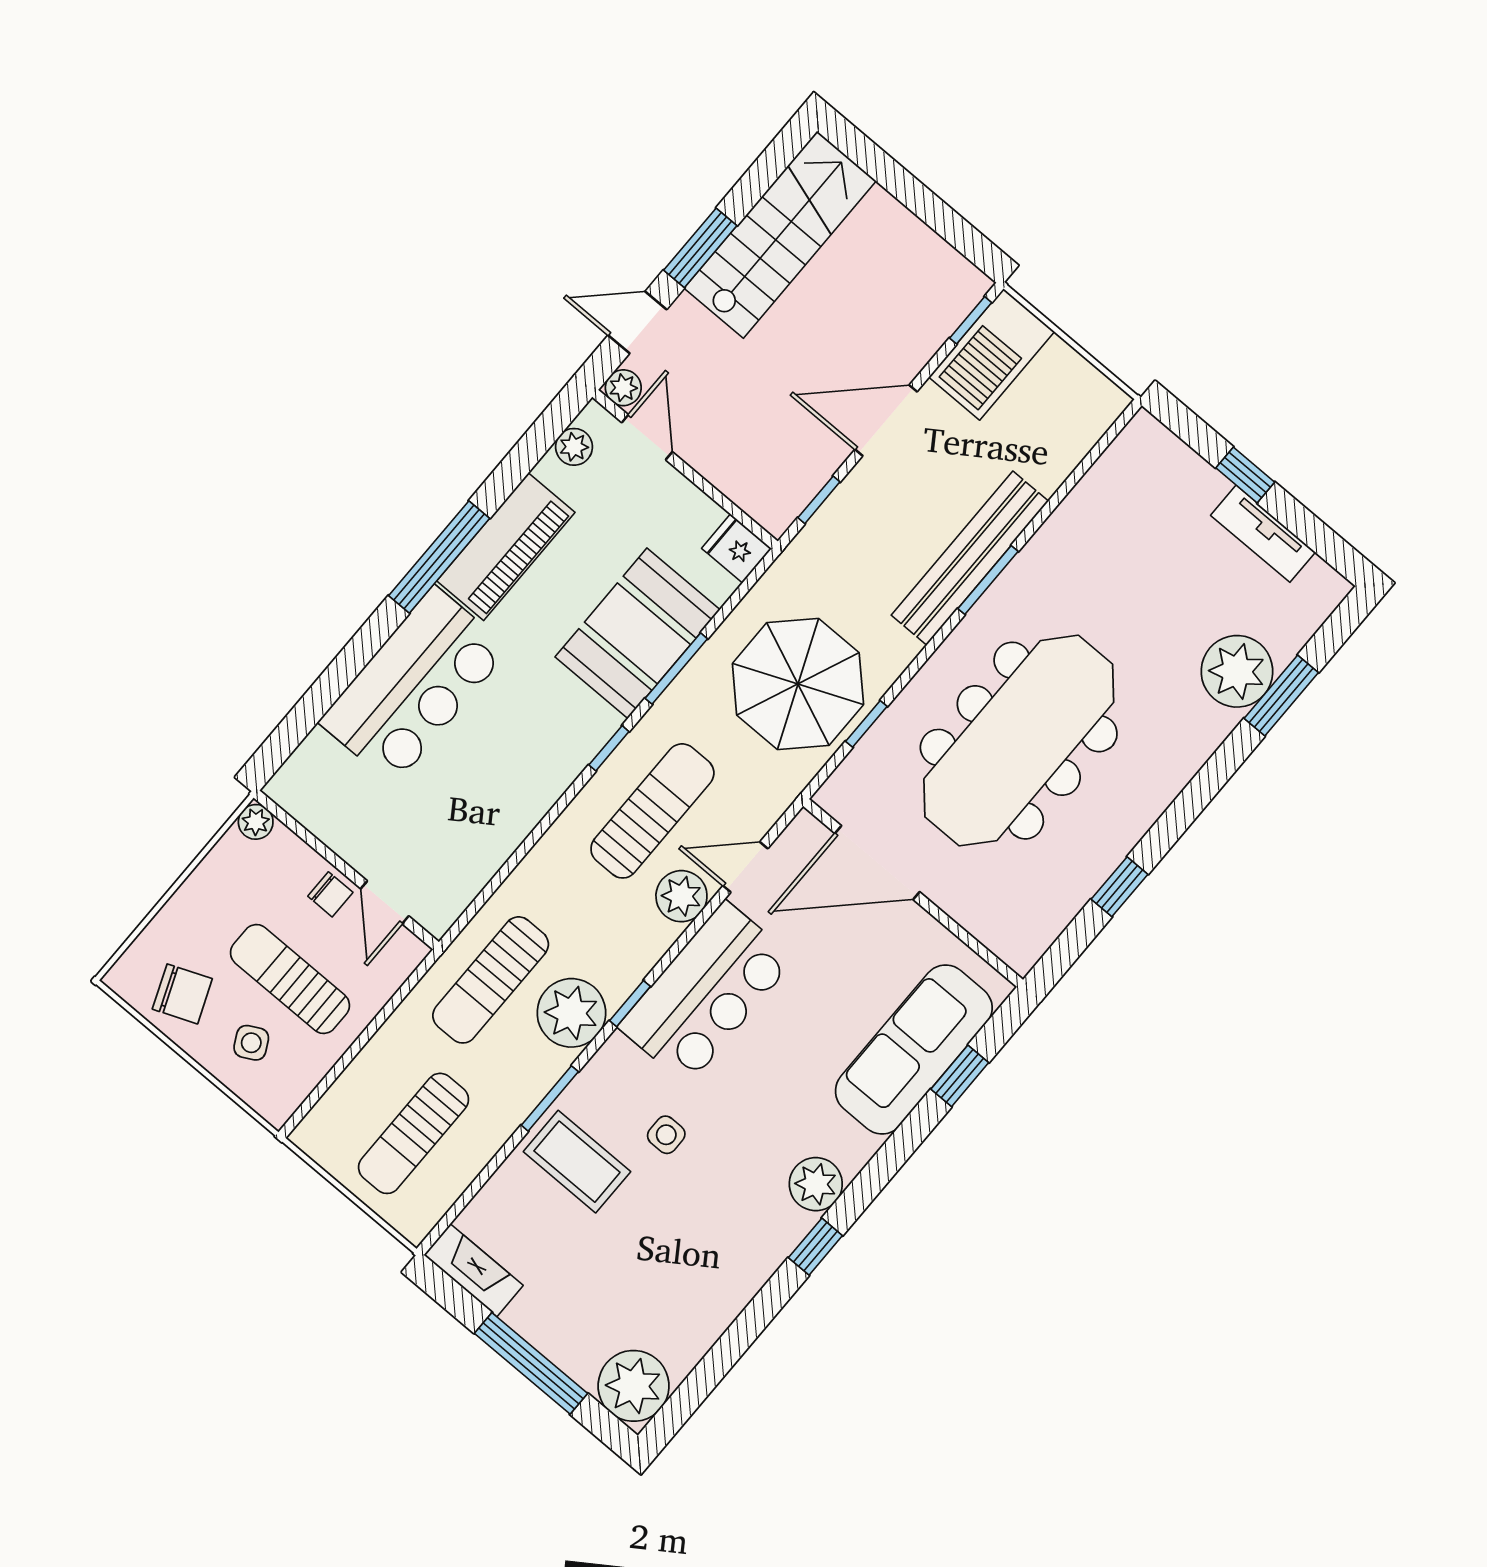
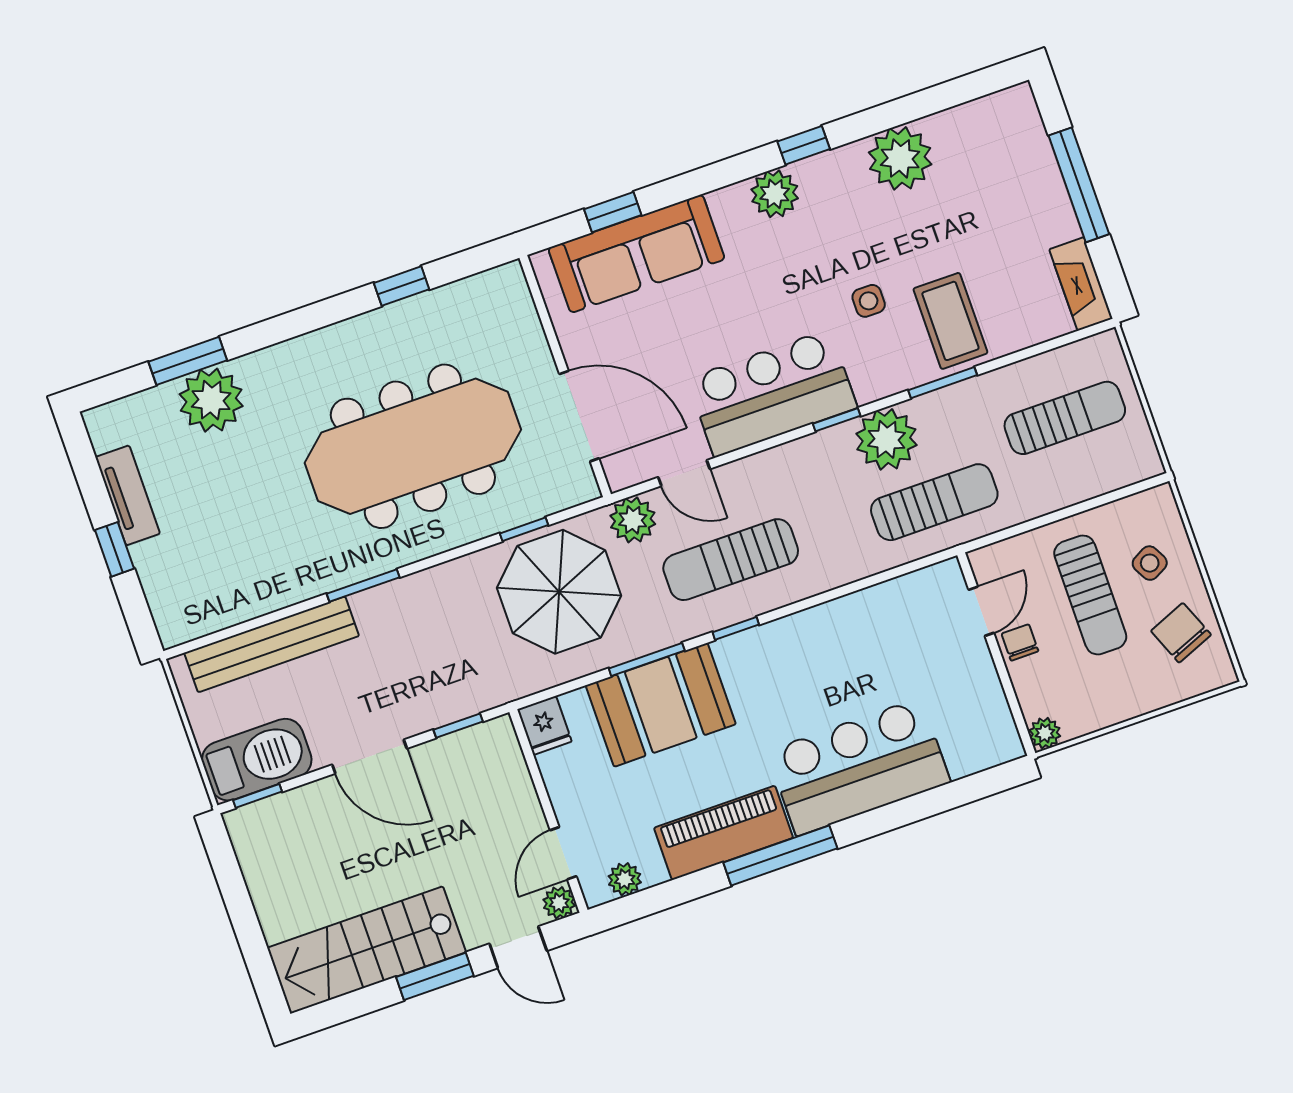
bench: (970, 558) -> (272, 644), moved
plant: (681, 896) -> (633, 520), moved
plant: (634, 1386) -> (900, 158), moved

